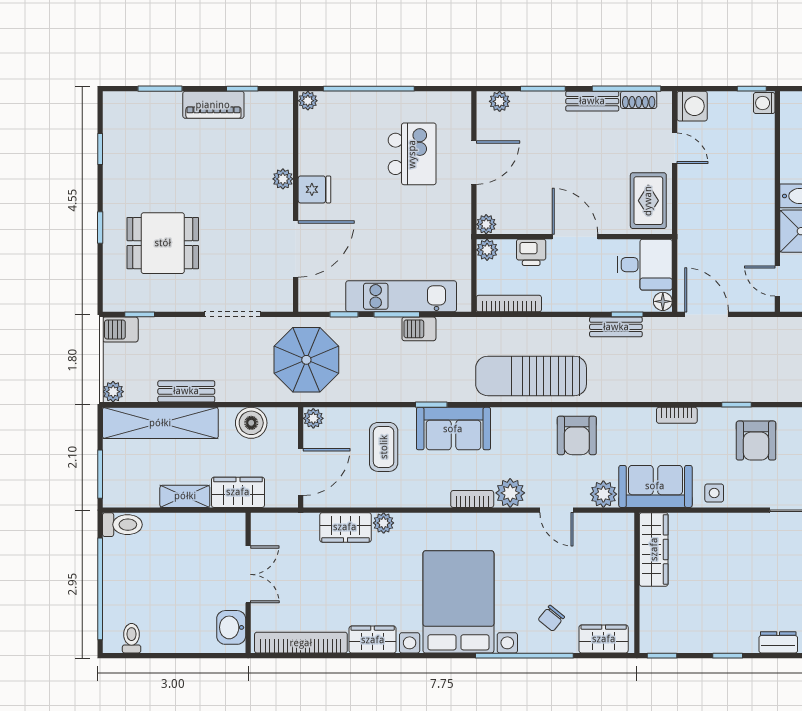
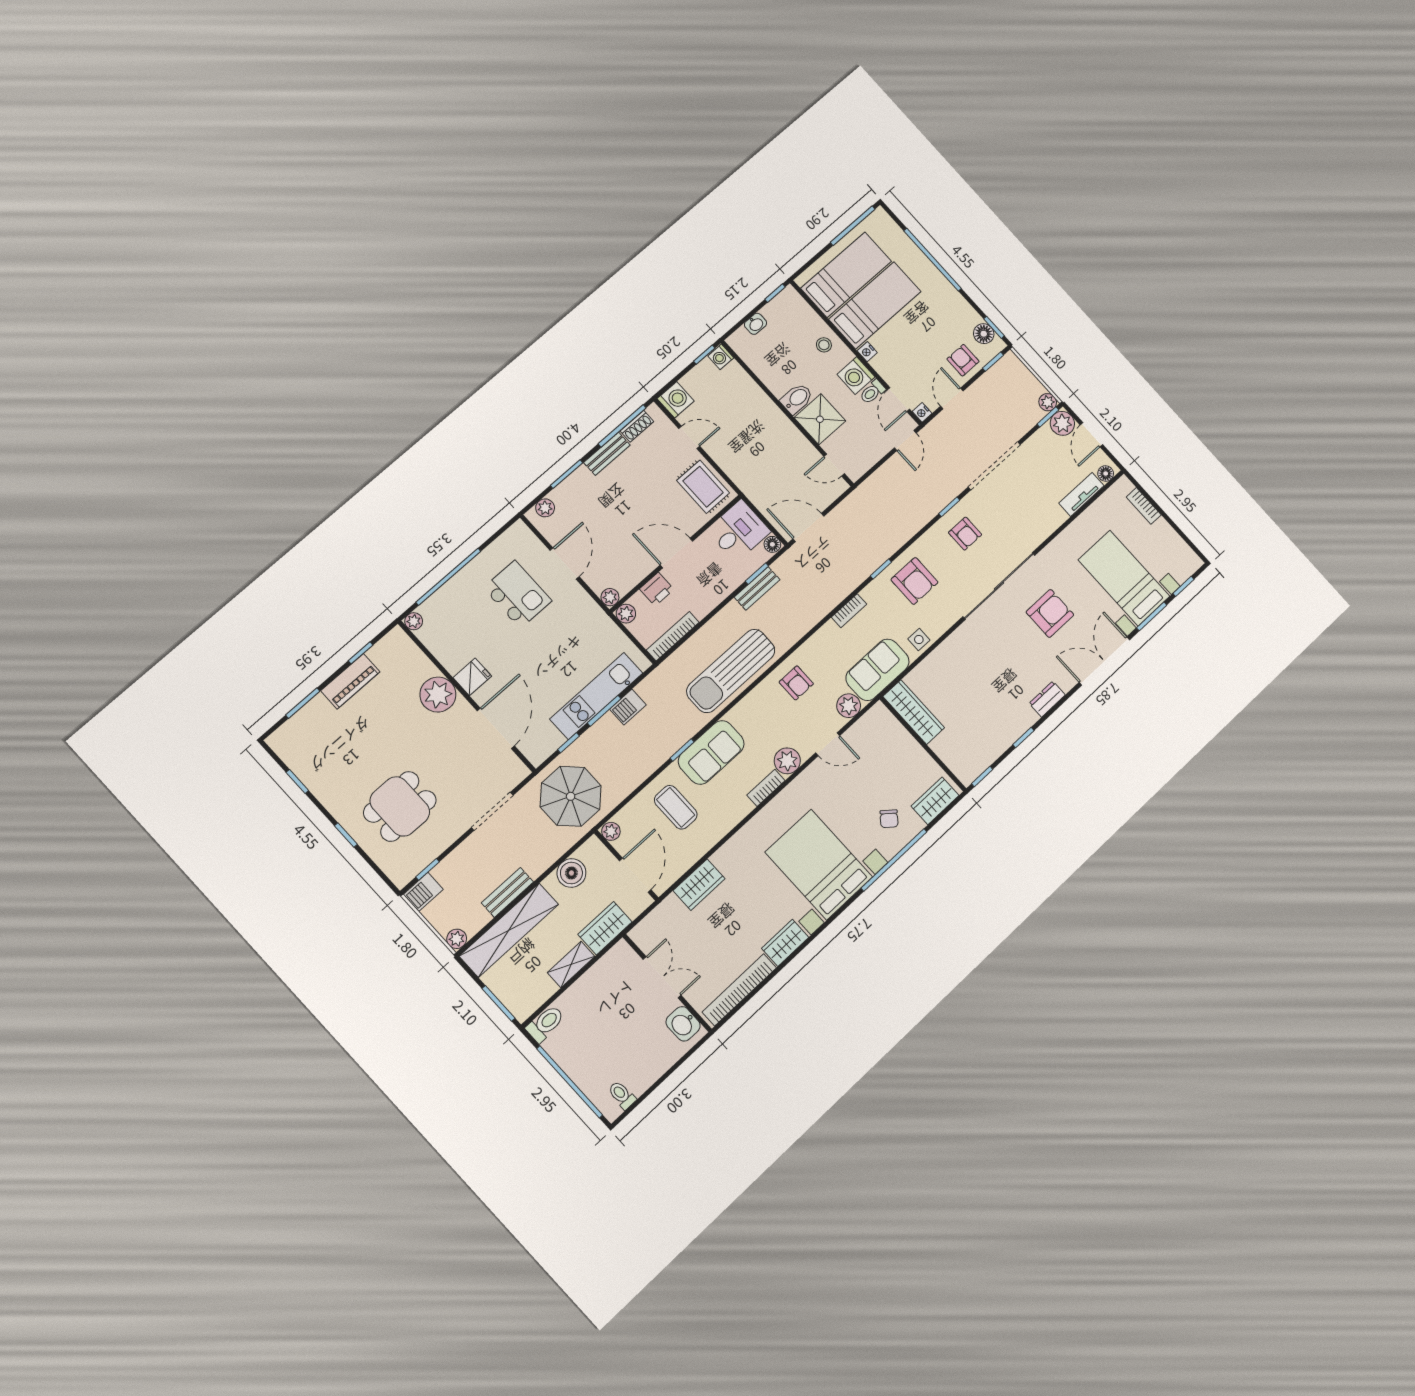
plant: (283, 179) -> (438, 695), width x1.88, depth x1.88
armchair: (577, 435) -> (796, 683), width x0.72, depth x0.72
plant: (384, 523) -> (722, 858), removed

